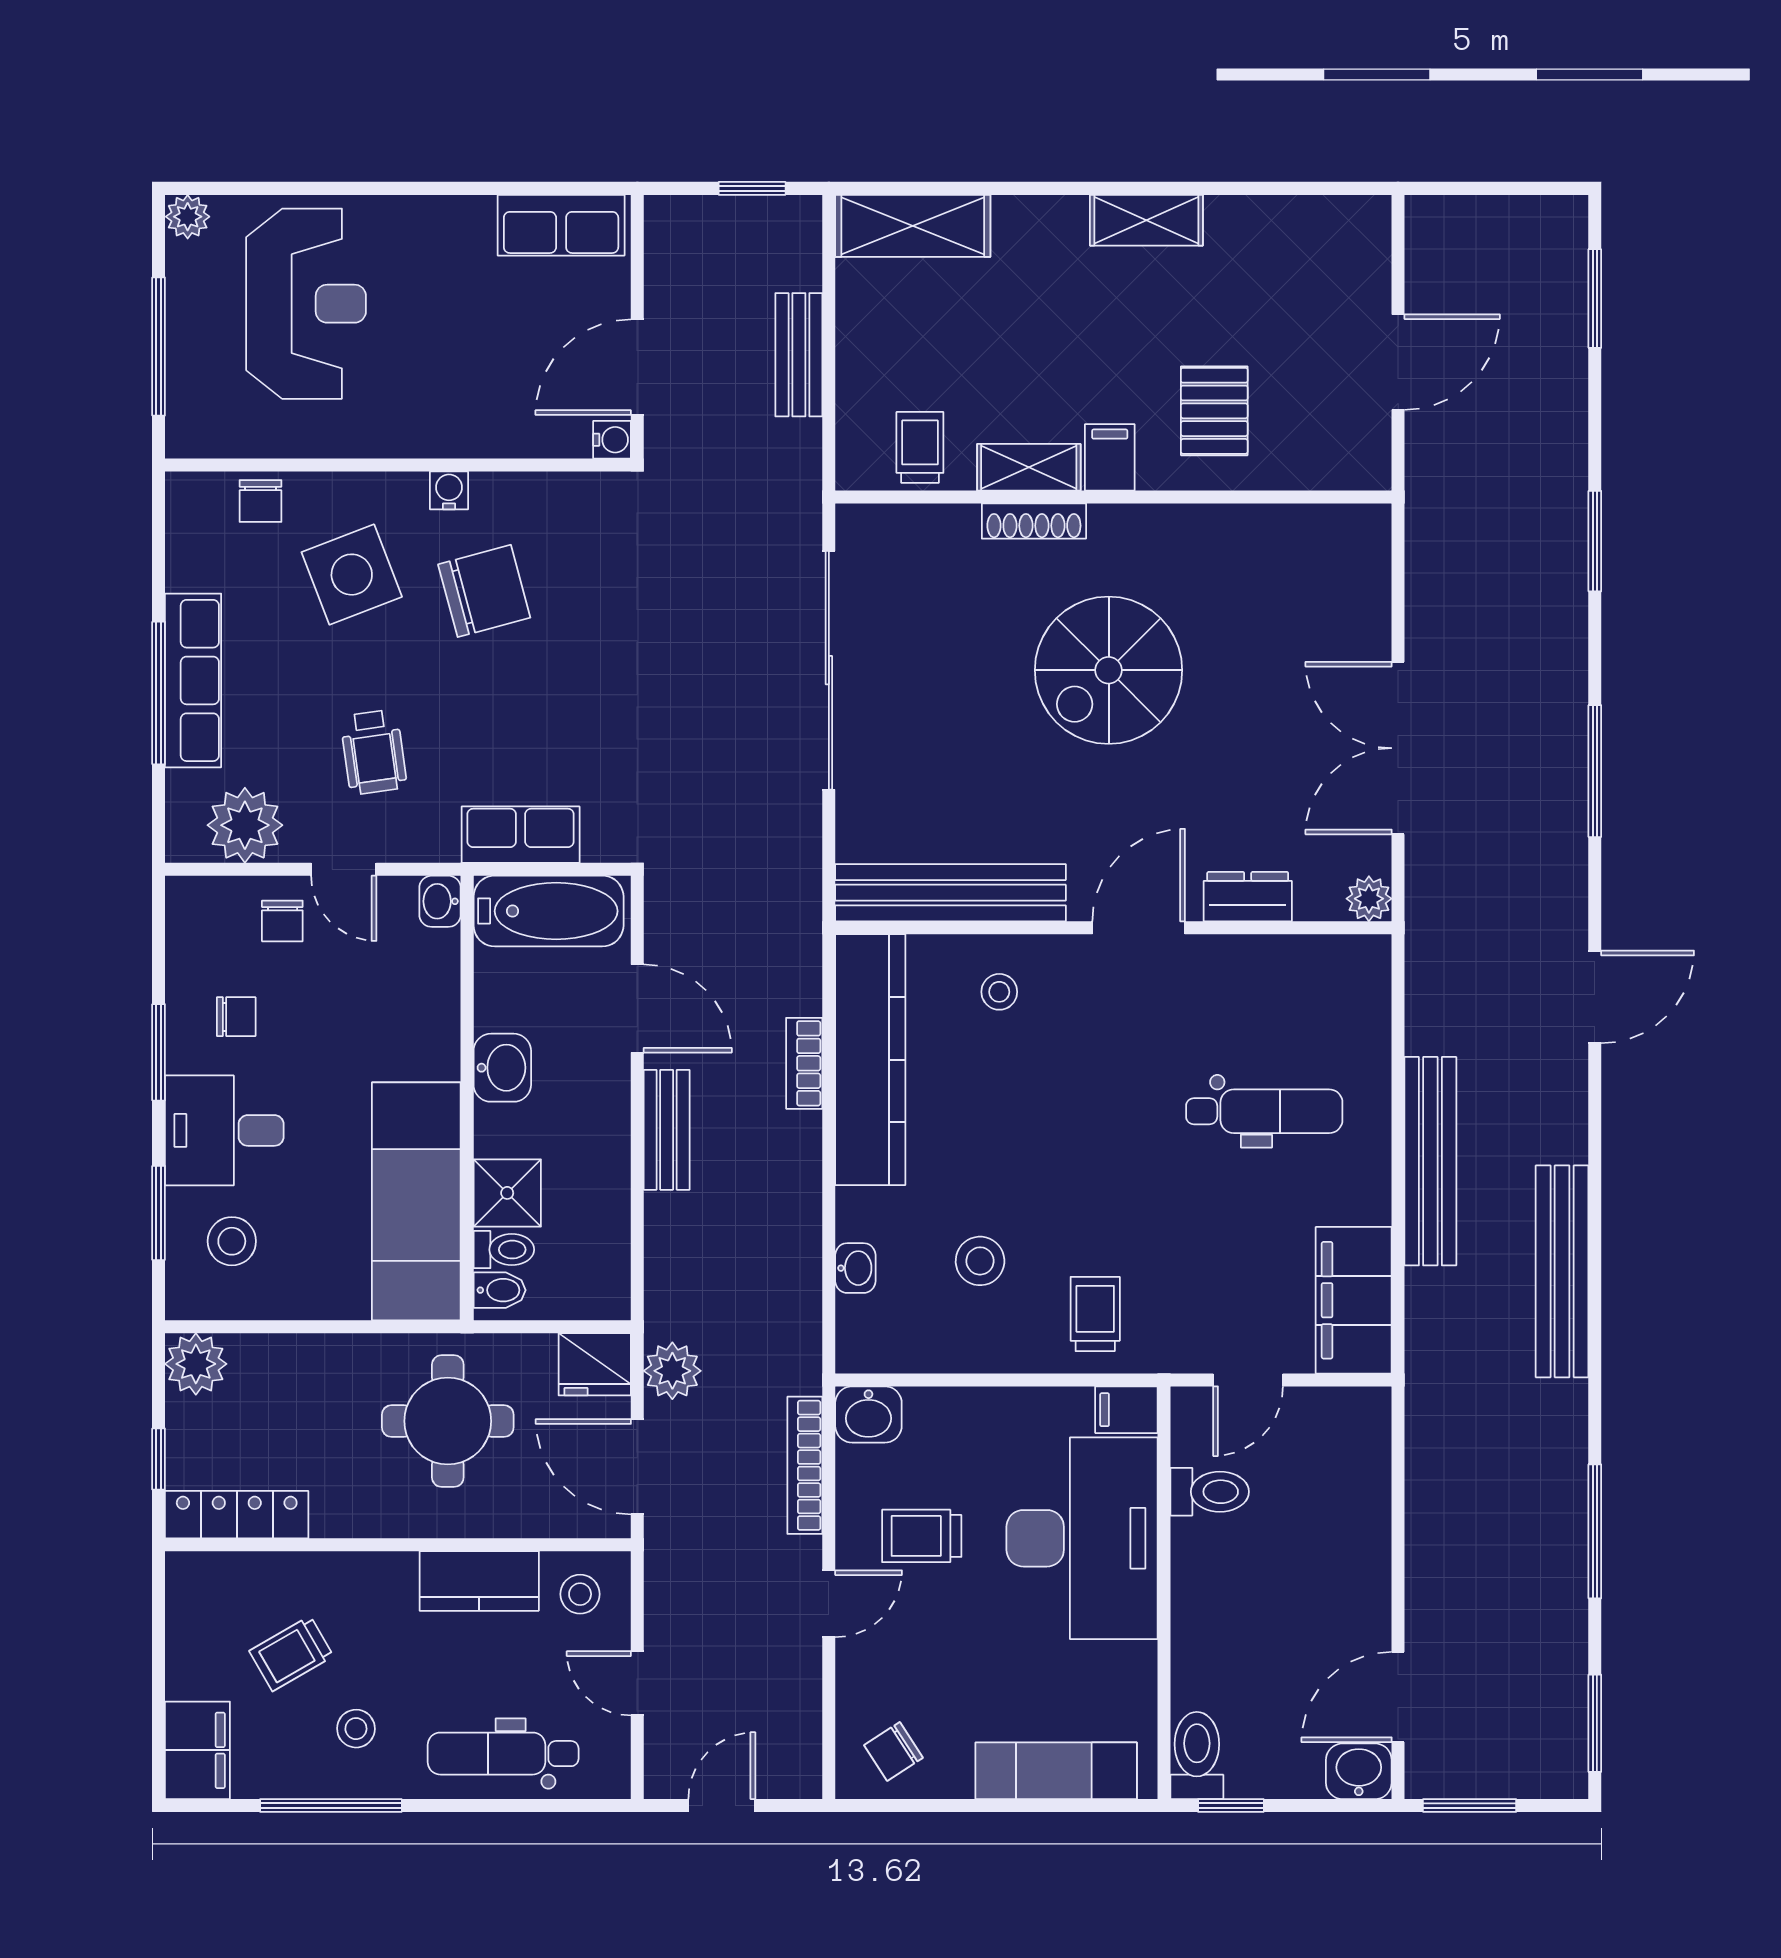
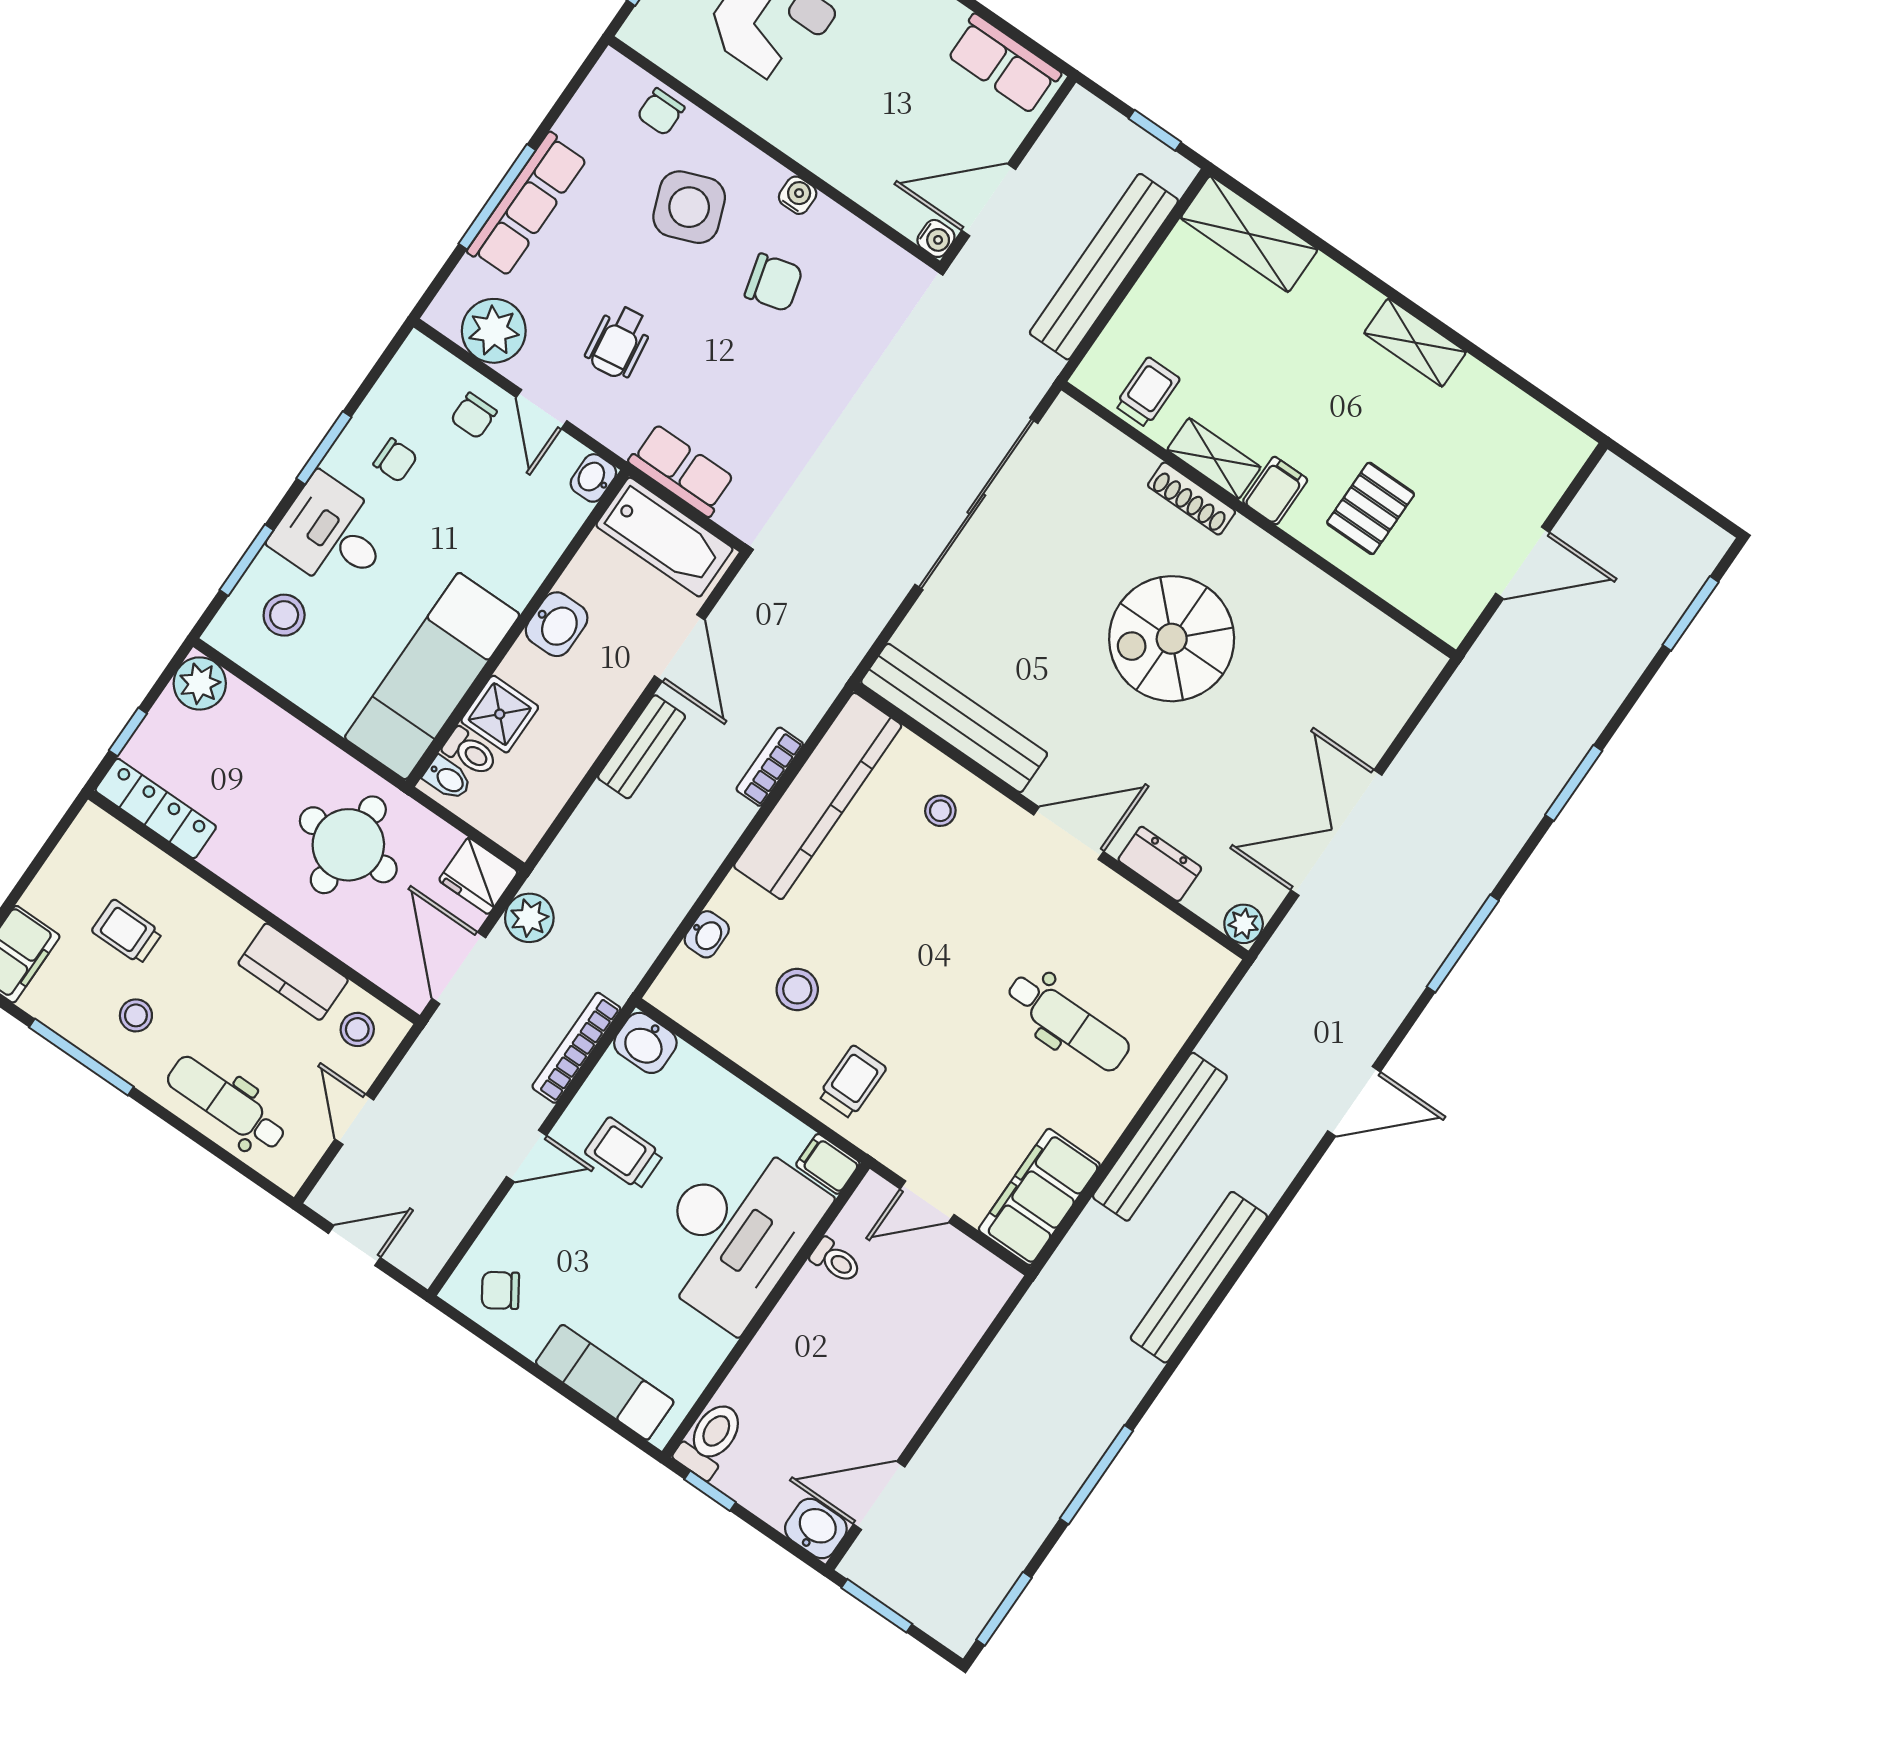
bench: (799, 355) -> (1104, 267), width x1.86, depth x1.21
chair: (484, 591) -> (774, 282), width x0.73, depth x0.73
toilet: (1210, 1492) -> (836, 1261), width x0.73, depth x0.72
trolley: (291, 1654) -> (127, 932), turned 30

